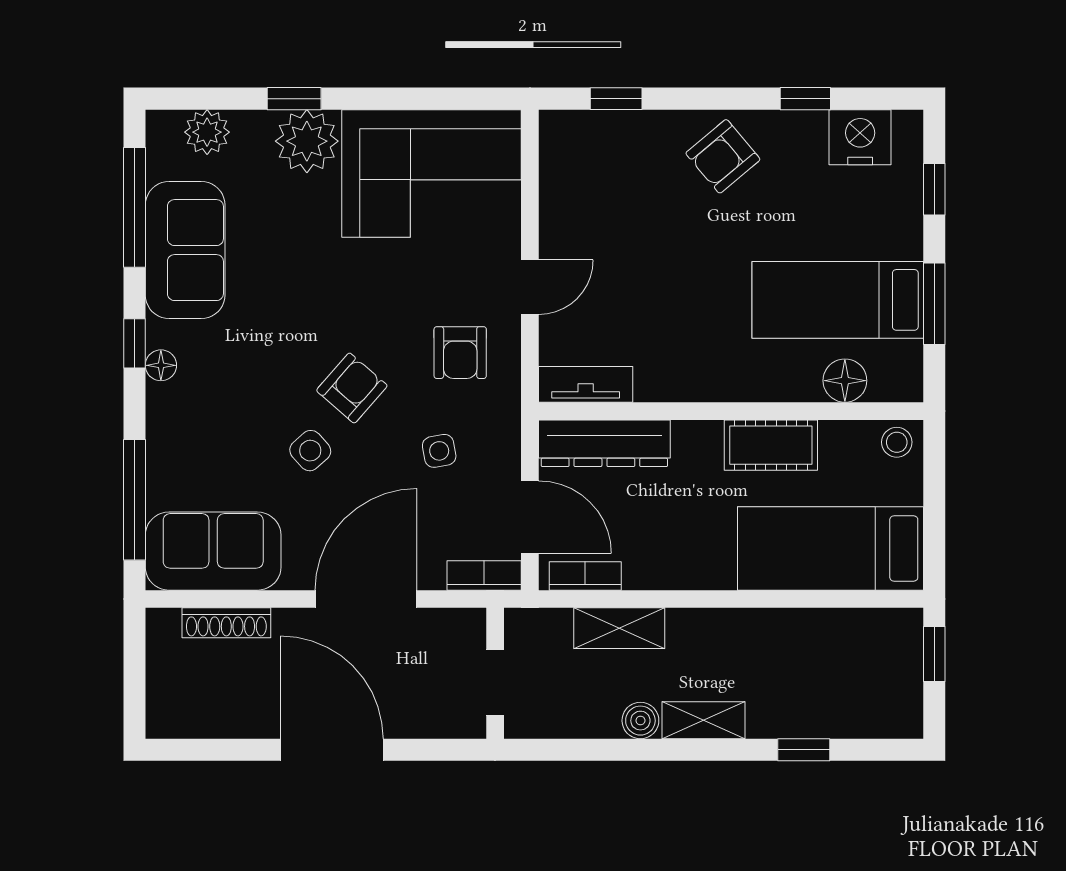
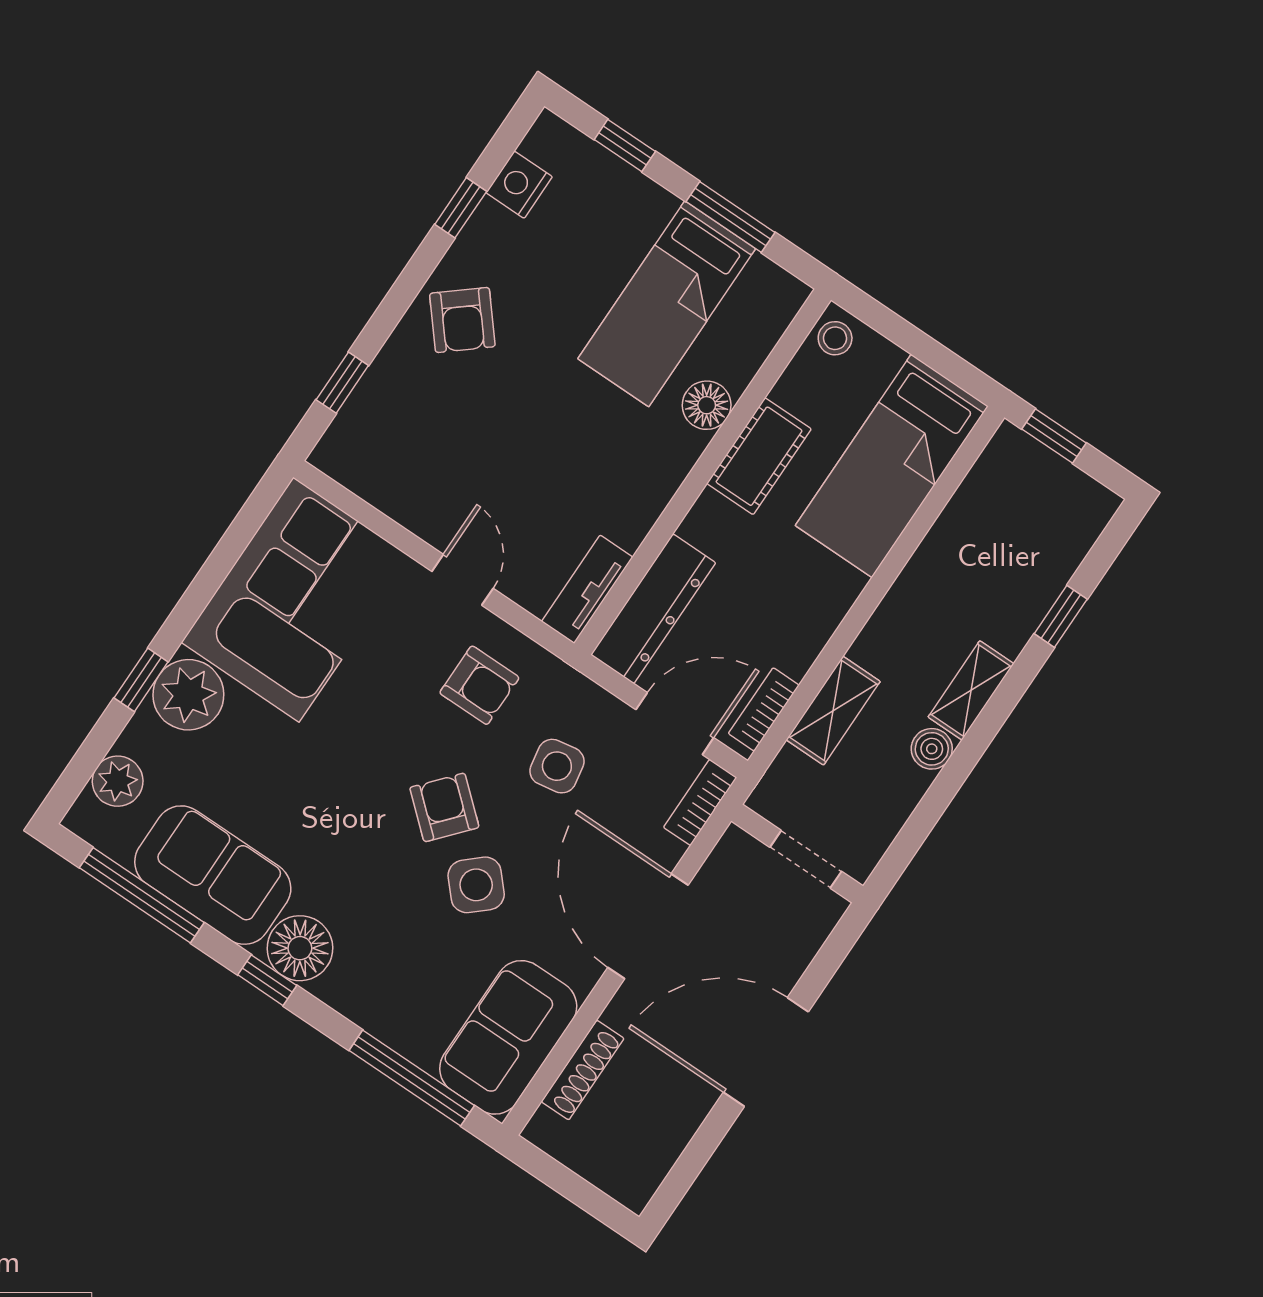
nightstand: (860, 137) -> (519, 185), width x0.74, depth x0.75
floor lamp: (161, 365) -> (300, 948), width x1.89, depth x1.89
floor lamp: (845, 381) -> (707, 405), moved
side table: (310, 451) -> (476, 885), width x1.37, depth x1.37
side table: (439, 451) -> (557, 766), width x1.37, depth x1.37

